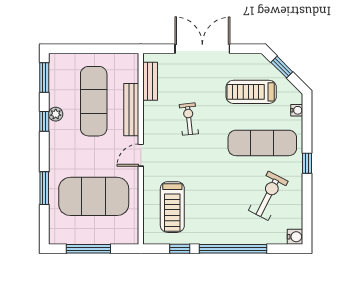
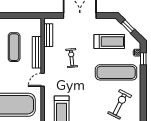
treadmill: (251, 92) -> (109, 42), turned 180
exercise mat: (94, 101) -> (14, 47), width x0.73, depth x0.69
window: (307, 163) -> (143, 59), moved

